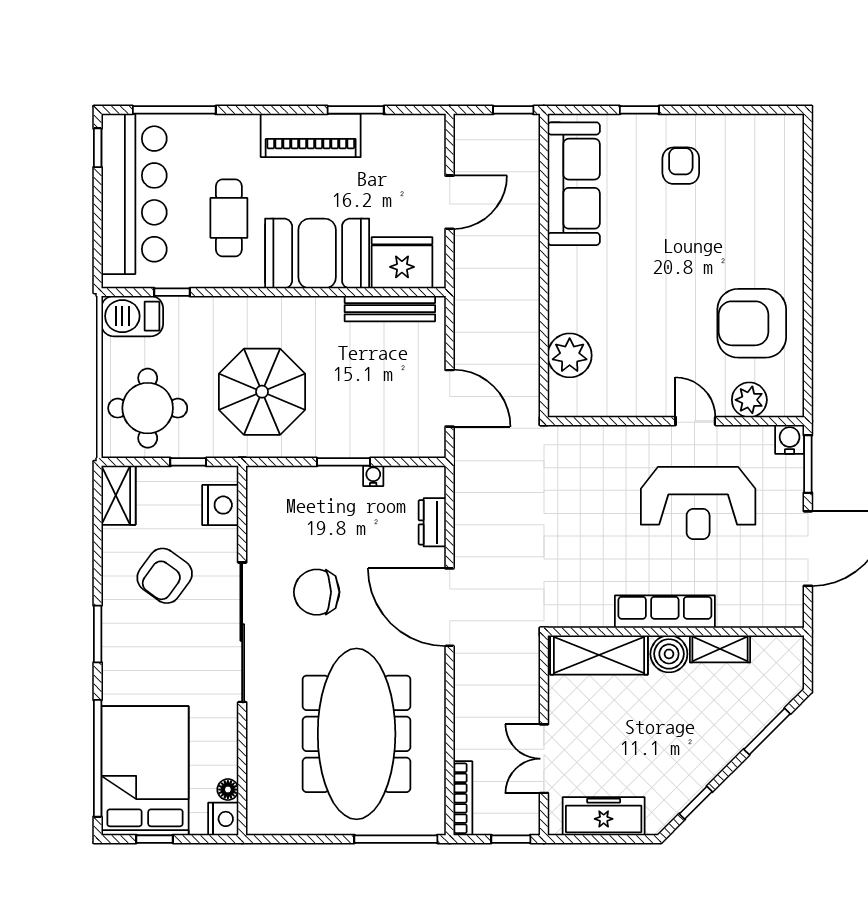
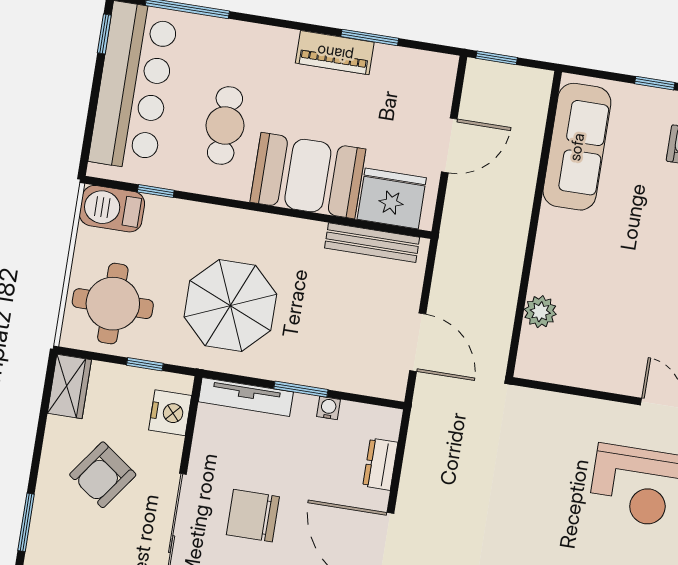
window: (513, 110) -> (497, 58), moved
piano: (311, 135) -> (335, 53), width x0.73, depth x0.75
plant: (570, 355) -> (540, 312), width x0.73, depth x0.73
tv unit: (291, 478) -> (246, 397), added

